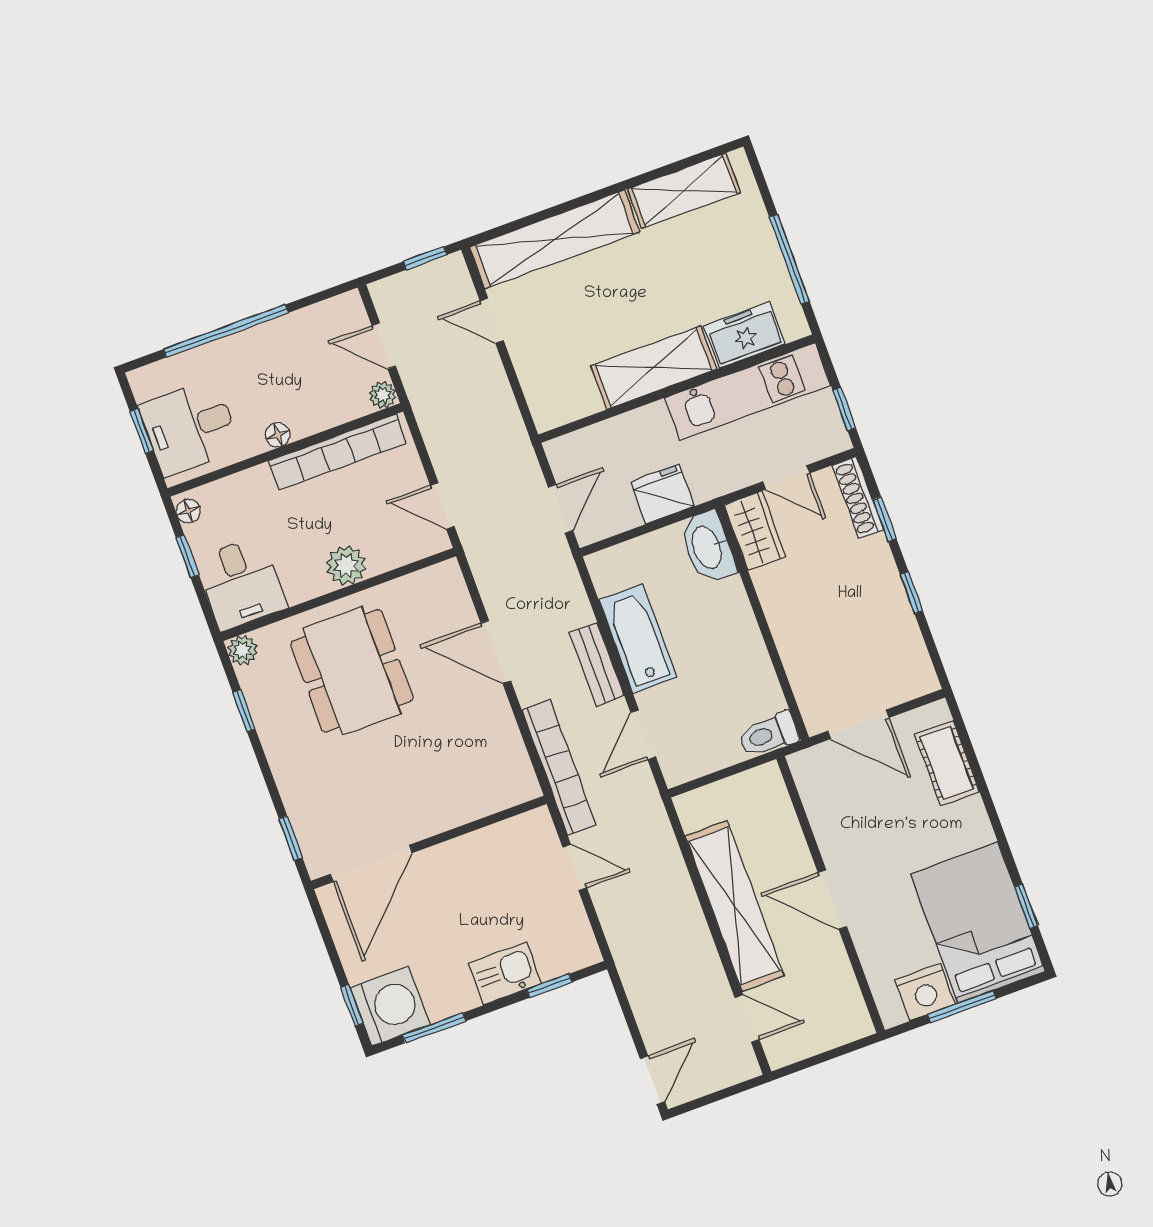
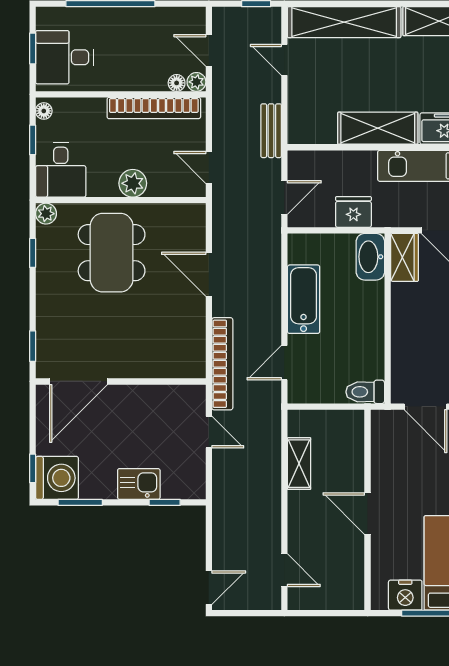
floor lamp: (278, 435) -> (177, 83), moved
bench: (597, 664) -> (271, 131), moved
shelving: (735, 906) -> (299, 464), width x0.45, depth x0.75

